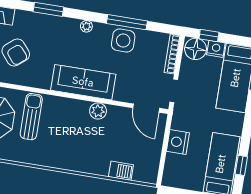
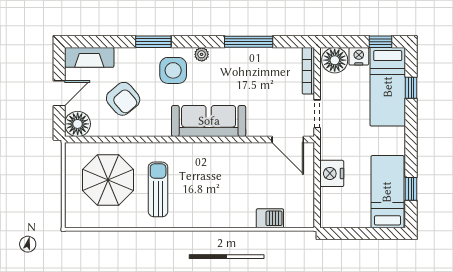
window: (209, 35) -> (380, 42), moved
side table: (123, 41) -> (173, 70), moved
plant: (98, 111) -> (231, 152), removed
sun lounger: (31, 117) -> (158, 189), moved

